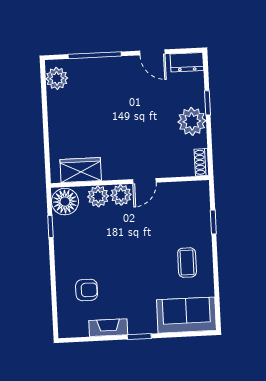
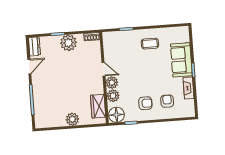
plant: (57, 78) -> (72, 119), moved
armchair: (84, 252) -> (145, 103), added
sofa: (186, 315) -> (181, 60), moved

